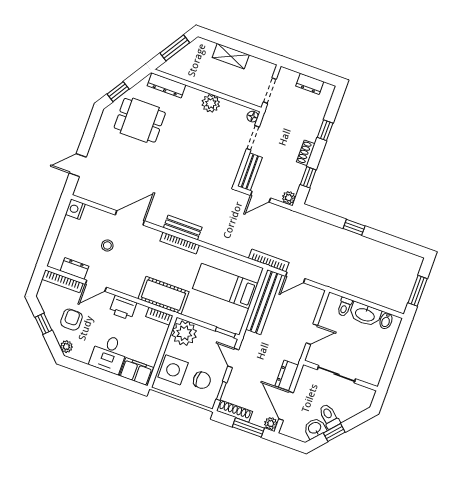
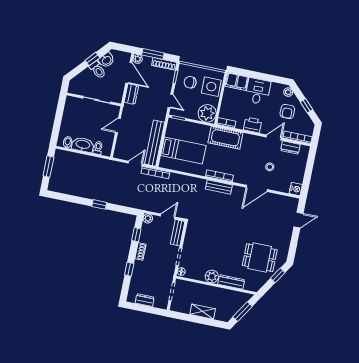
dresser: (167, 85) -> (231, 282), moved

